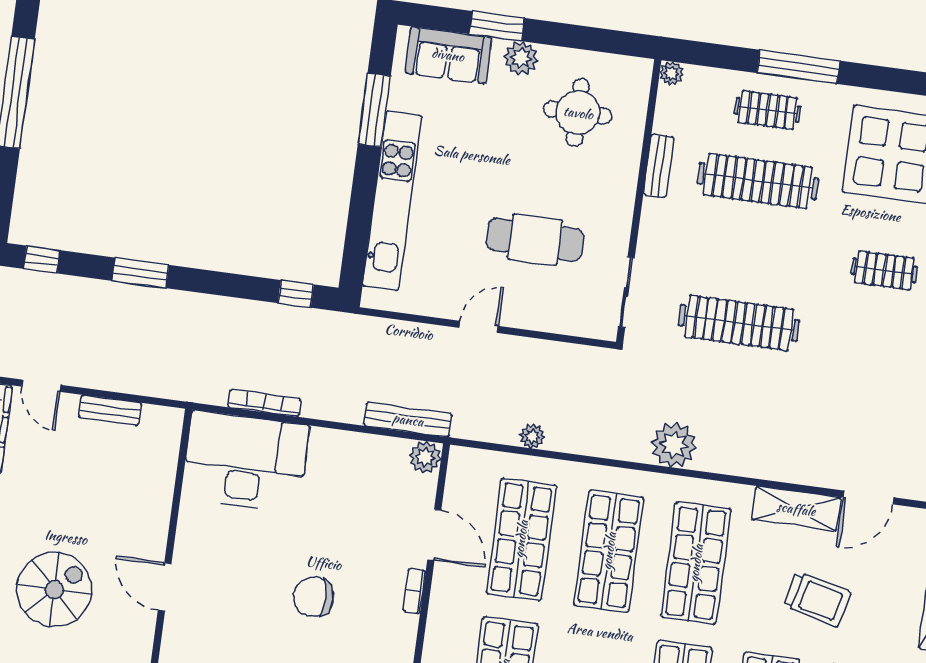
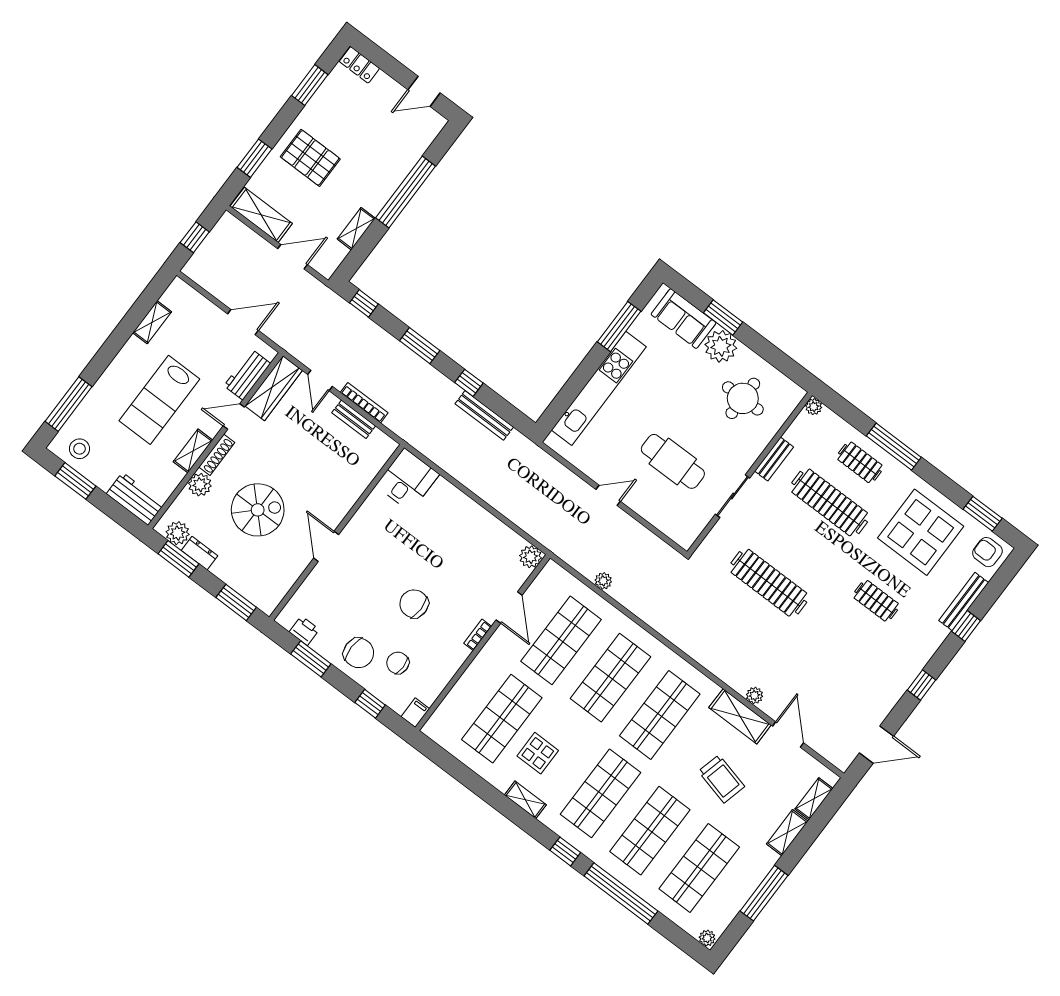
plant: (521, 58) -> (721, 346), width x1.36, depth x1.36
sliding door: (626, 292) -> (733, 496), moved
window: (296, 294) -> (469, 383), moved
bookcase: (265, 403) -> (364, 403), moved
bench: (408, 420) -> (484, 415), moved
plant: (674, 445) -> (755, 695), moved, width x0.53, depth x0.53
desk: (245, 462) -> (408, 480), width x0.53, depth x0.77
door: (869, 498) -> (788, 734), swing flipped

